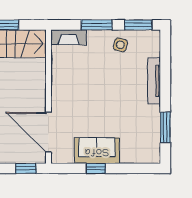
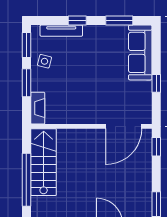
tv unit: (154, 81) -> (61, 31), moved
window: (165, 81) -> (77, 21), added
sofa: (97, 151) -> (140, 52), moved, width x1.36

